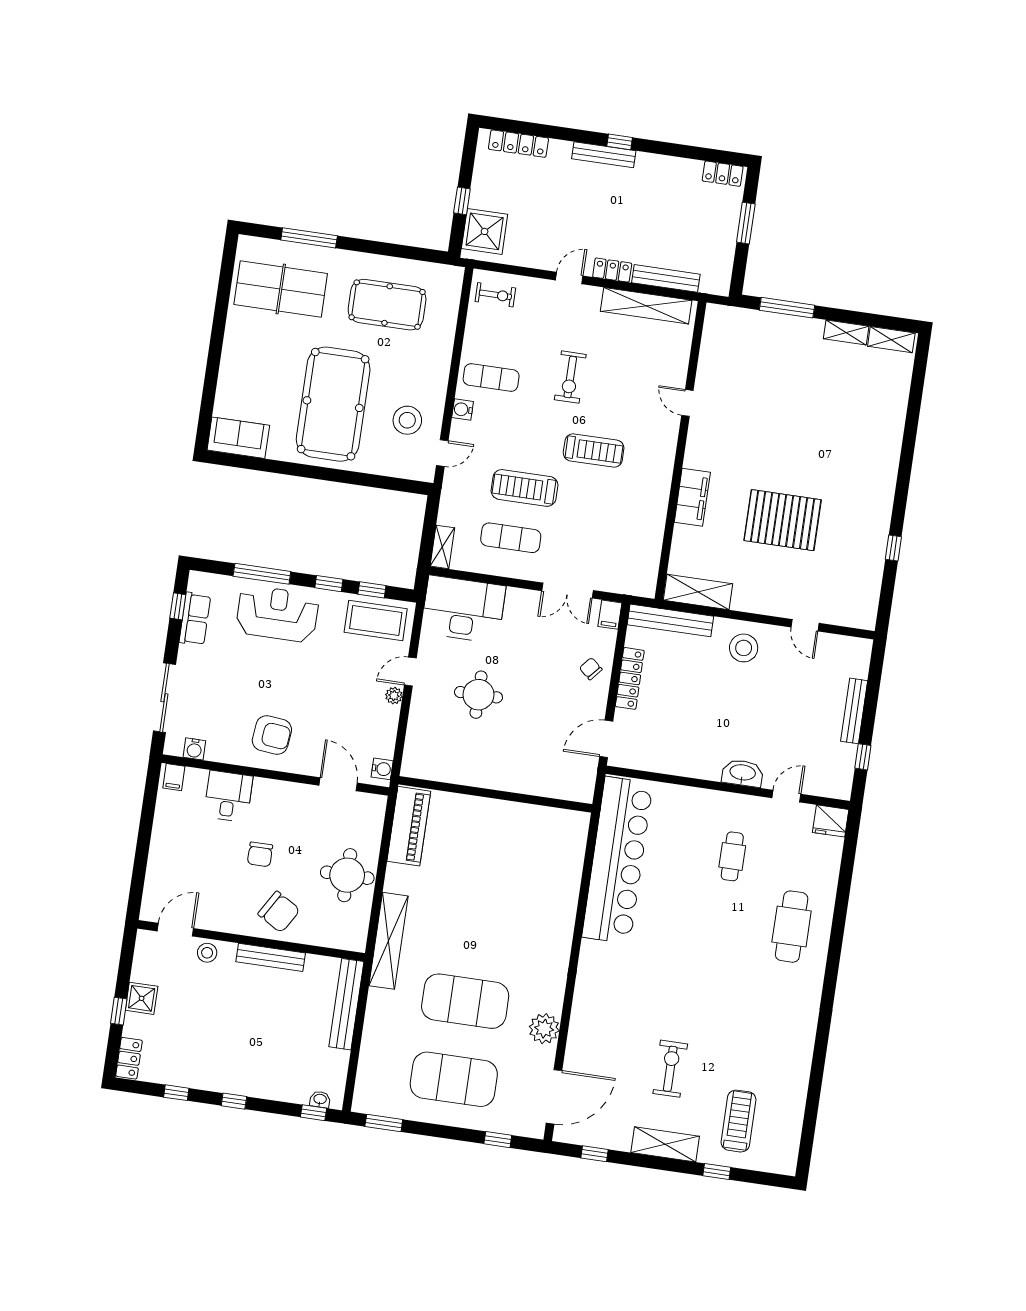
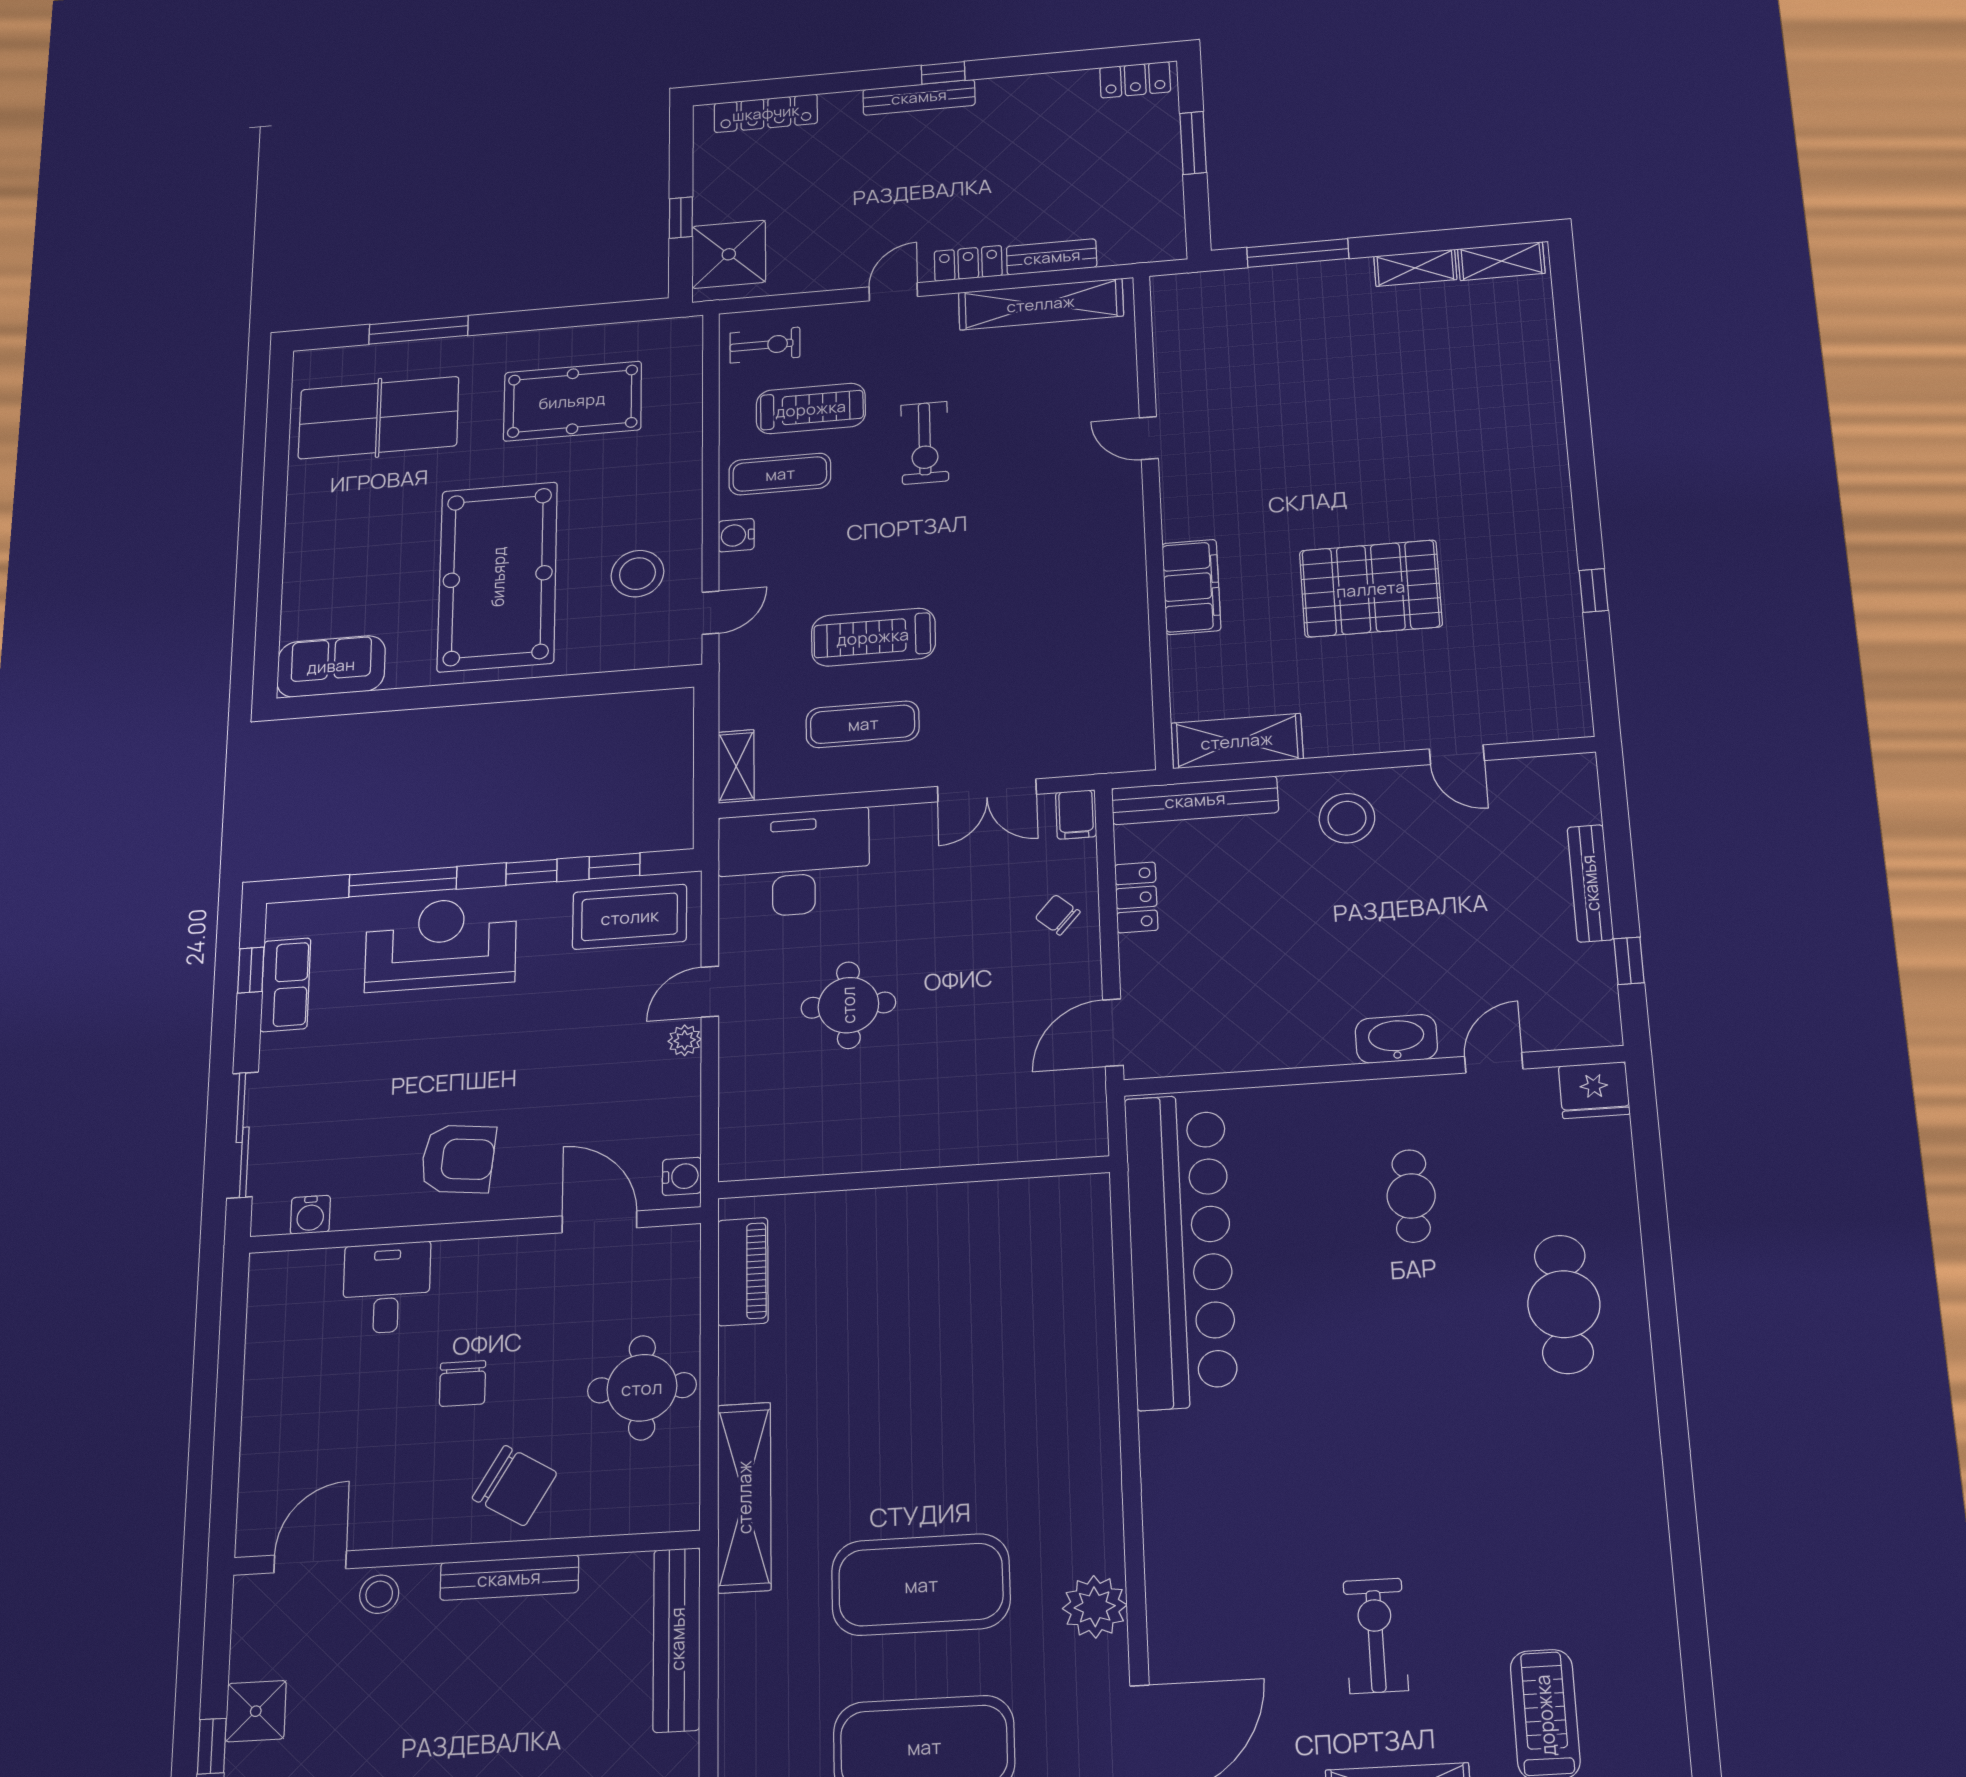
bench: (666, 278) -> (1052, 257), width x0.73
treadmill: (594, 451) -> (811, 409), moved
locker: (630, 678) -> (1136, 897), width x0.66
filing cabinet: (174, 777) -> (276, 1274), removed
piano: (409, 826) -> (743, 1272), width x0.73, depth x0.75

